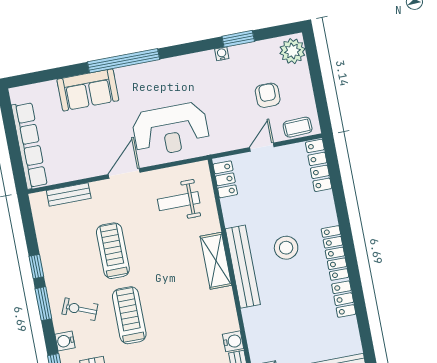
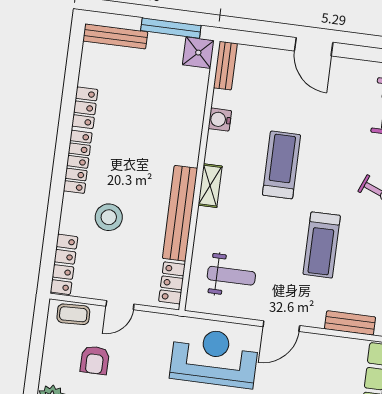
stool: (286, 248) -> (109, 217), moved
shelving: (216, 261) -> (210, 186), width x0.67, depth x0.75
bench: (243, 267) -> (180, 213), moved
treadmill: (129, 315) -> (281, 165), moved, turned 180
water cooler: (233, 341) -> (220, 120), moved

